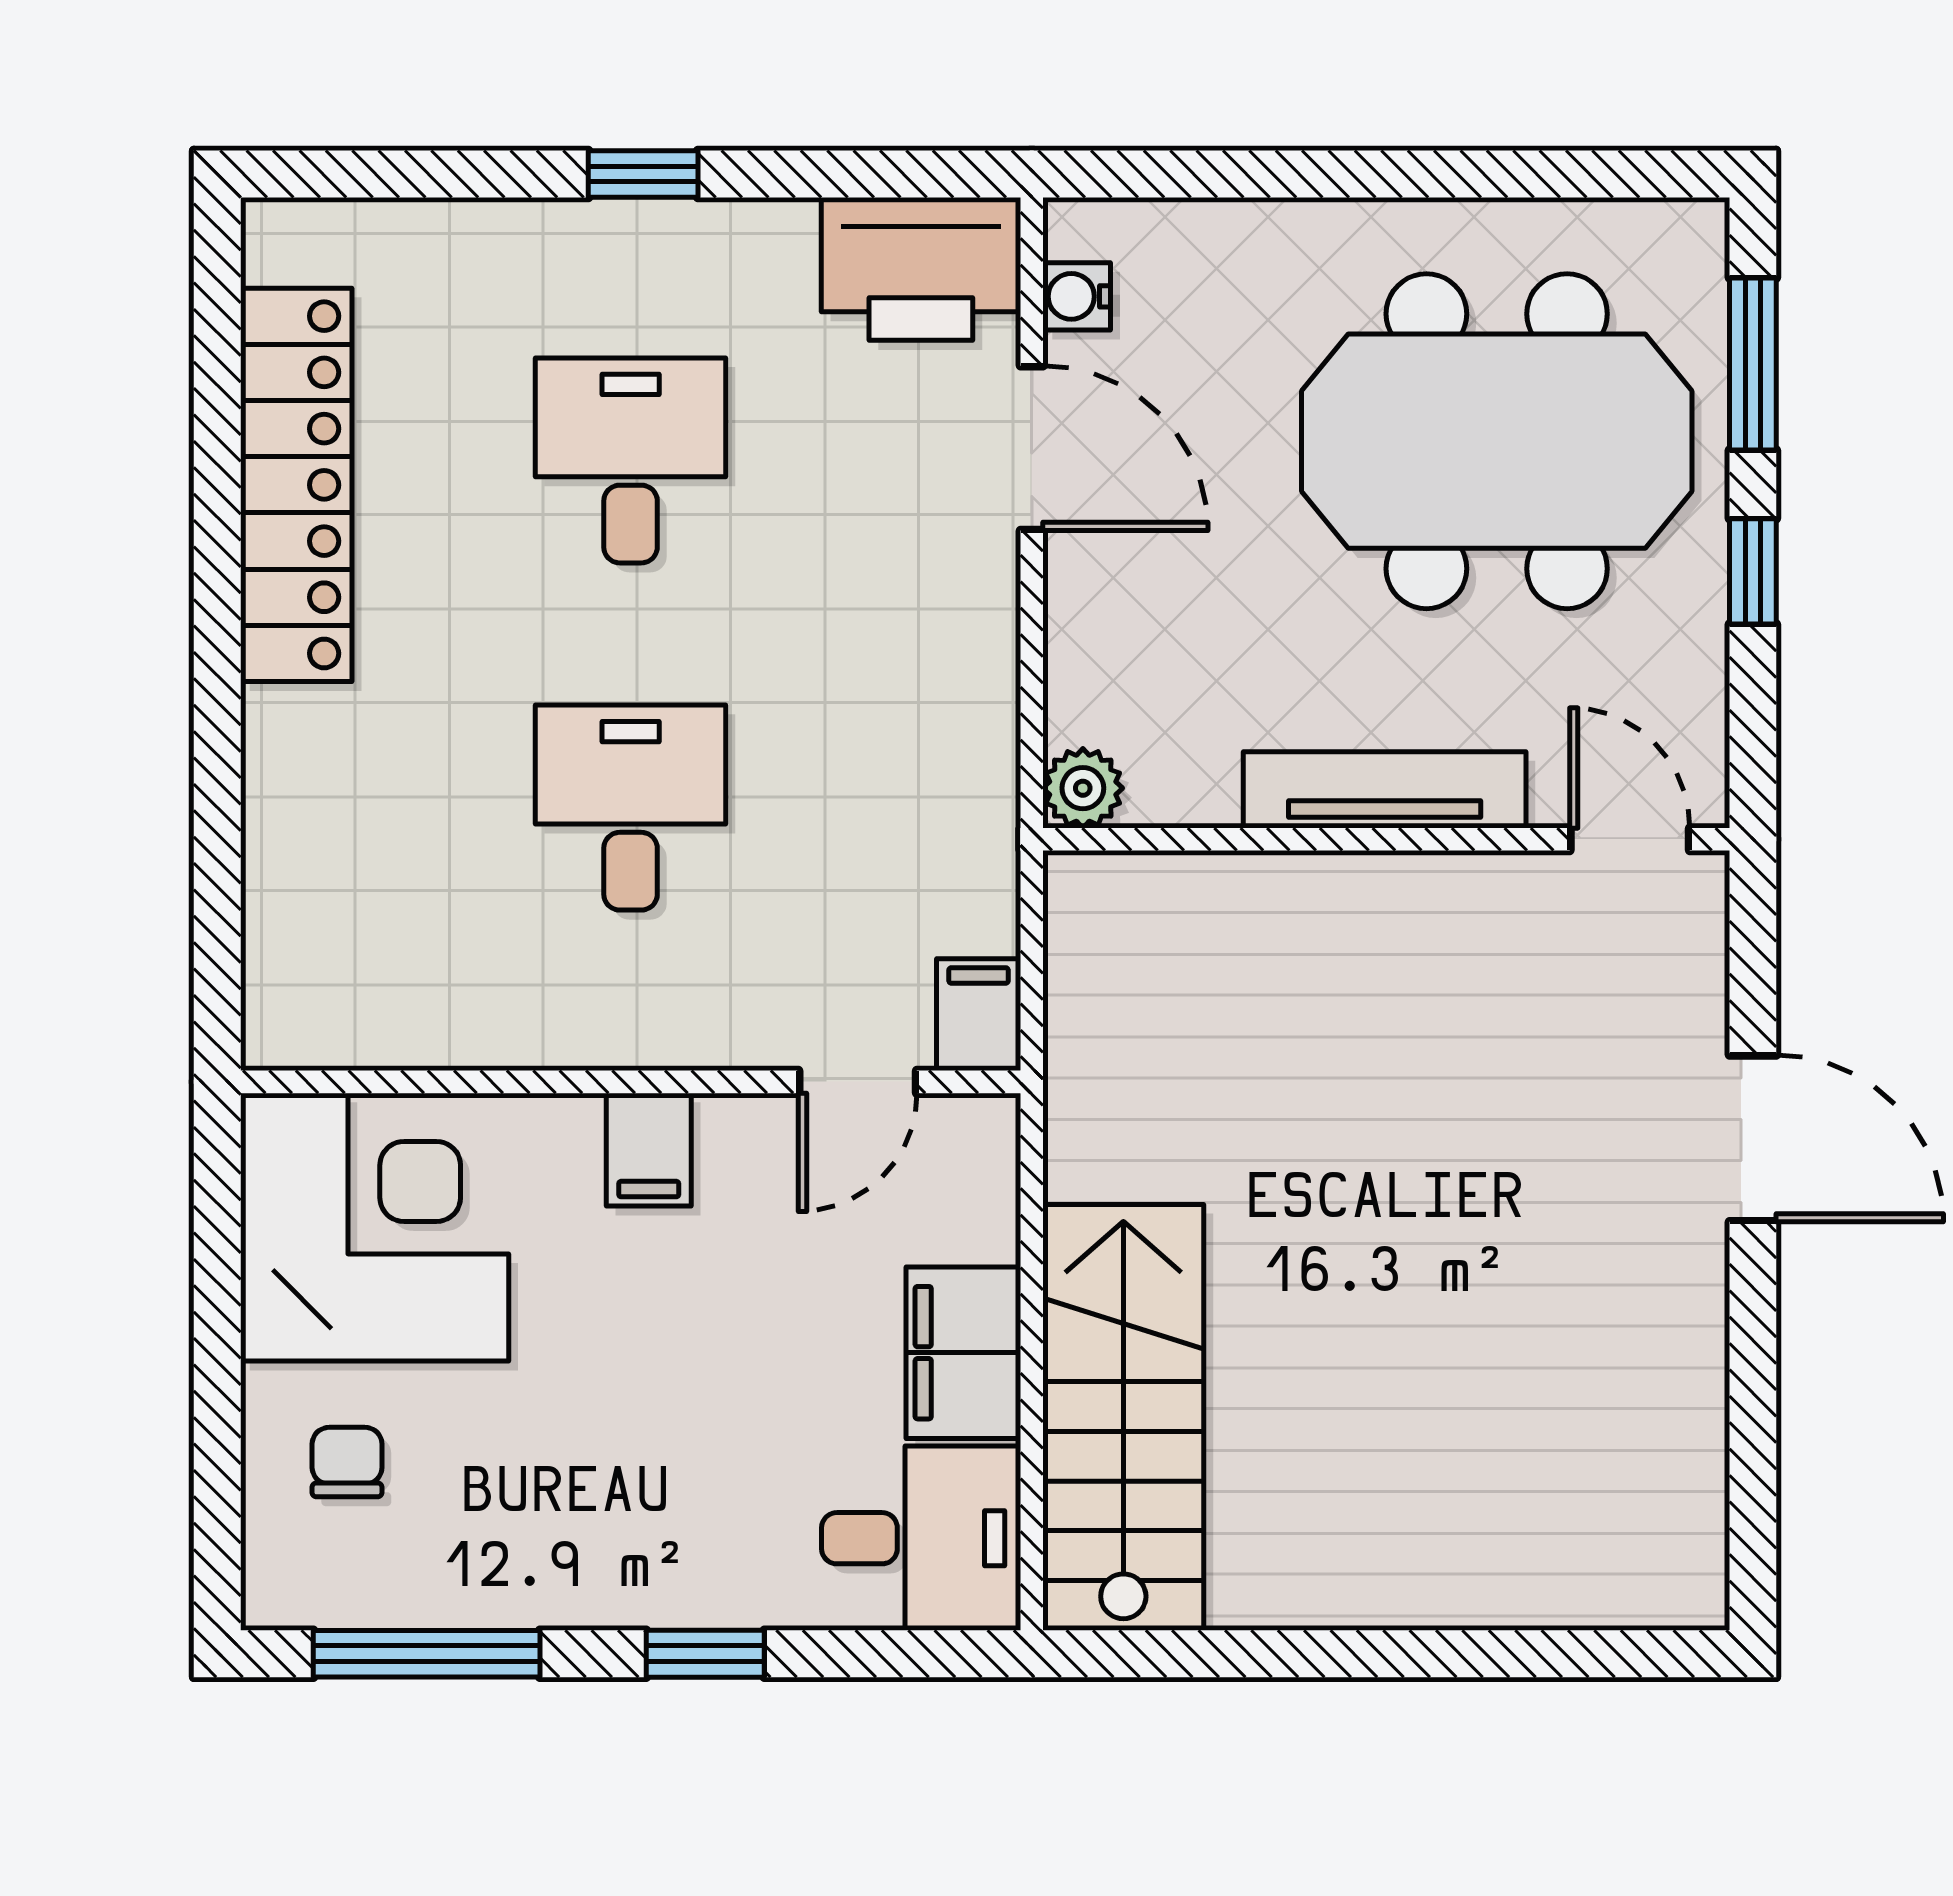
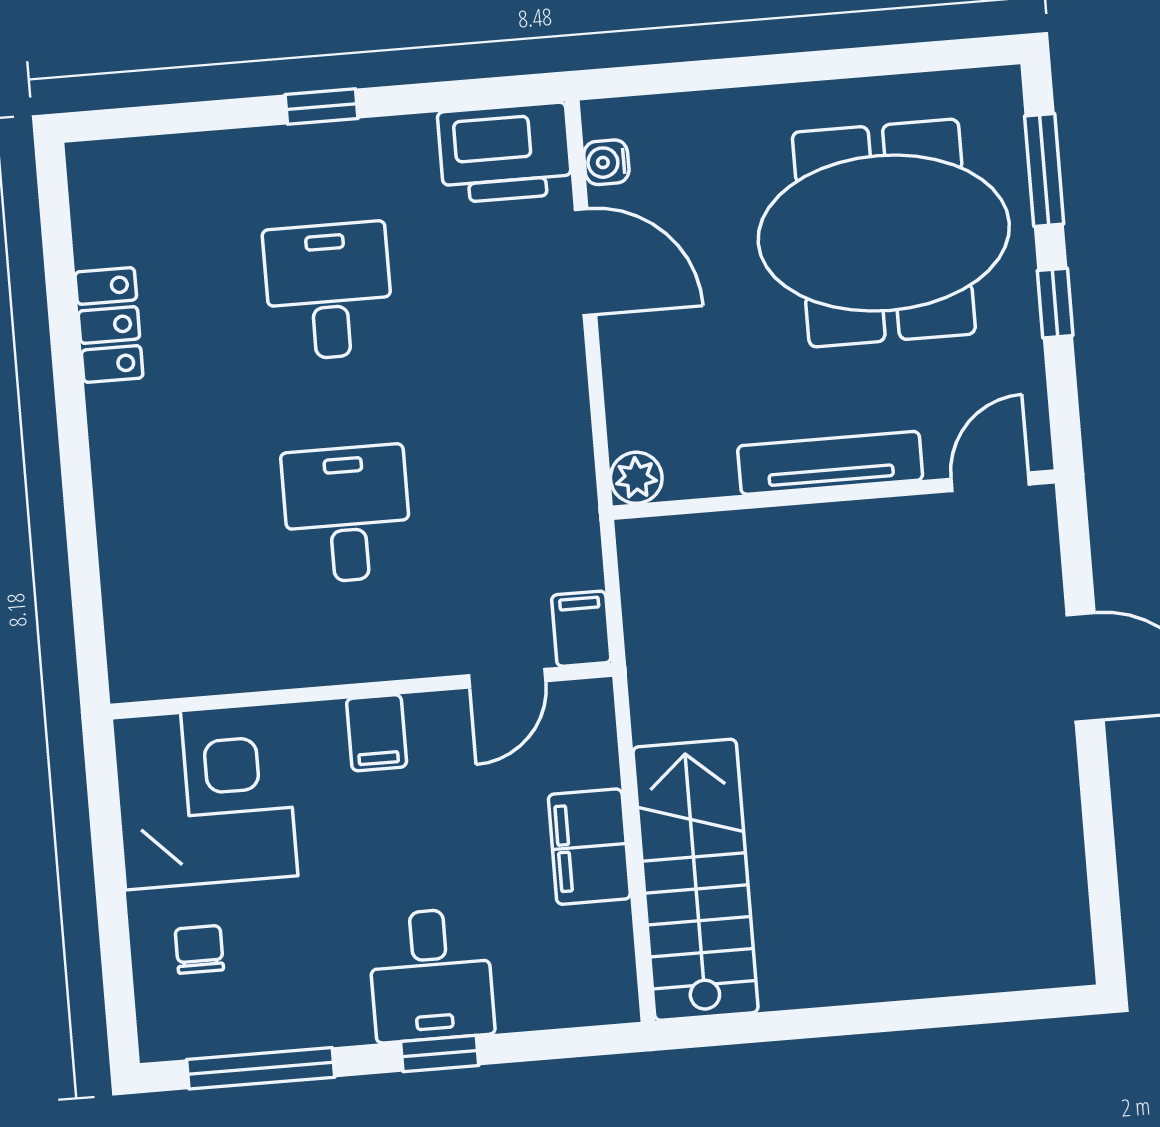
locker: (296, 485) -> (109, 325), width x0.46, depth x0.83
door: (1630, 839) -> (990, 482), hinge flipped
desk: (921, 1538) -> (431, 975), moved, turned 90

